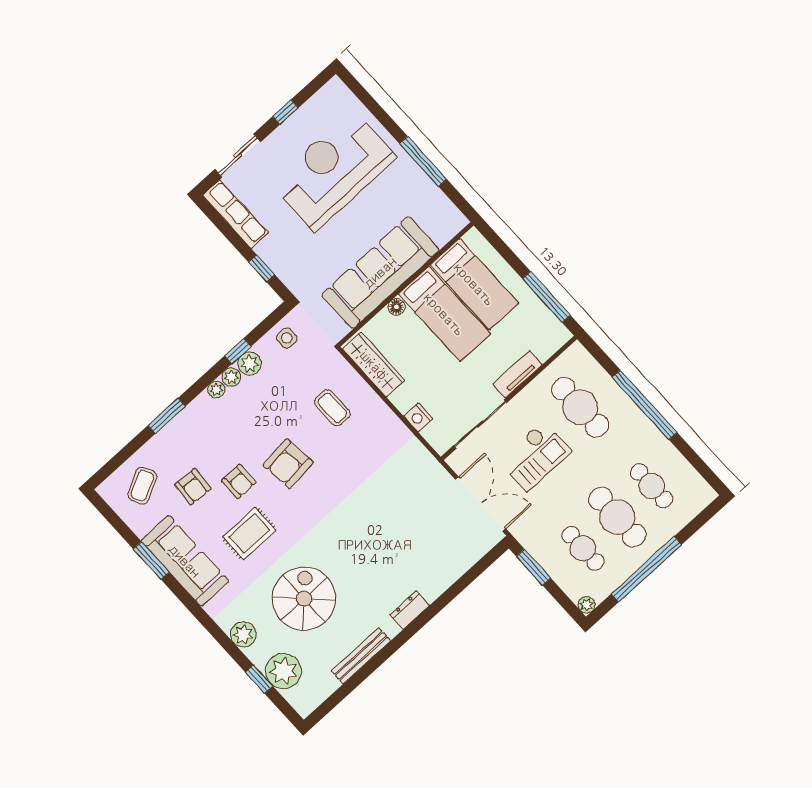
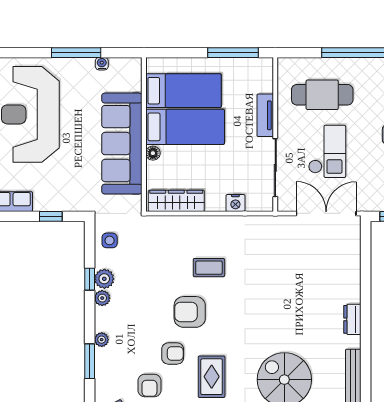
water cooler: (434, 192) -> (102, 64), added
plant: (216, 390) -> (102, 340), moved
coffee table: (332, 408) -> (209, 268), moved
armchair: (288, 464) -> (190, 312), turned 96
armchair: (193, 487) -> (149, 386), turned 86

